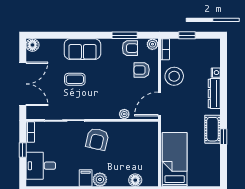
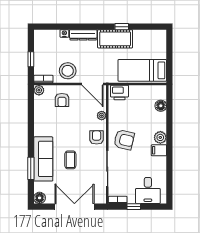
window: (125, 35) -> (31, 168), moved
armchair: (130, 48) -> (97, 137), moved
sofa: (82, 49) -> (43, 159), width x1.36
cot: (212, 129) -> (115, 39), width x1.37, depth x1.34
printer: (150, 134) -> (120, 93), added

